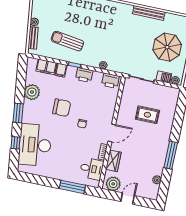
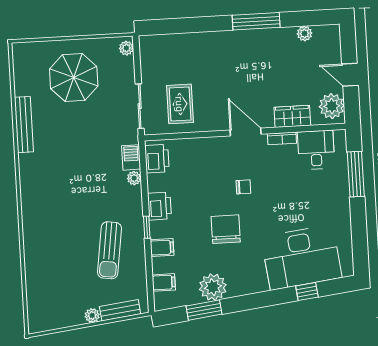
filing cabinet: (46, 67) -> (164, 282), width x0.50
barbecue: (164, 77) -> (131, 157), moved
window: (18, 113) -> (204, 310), moved
rug: (147, 115) -> (180, 104), moved

